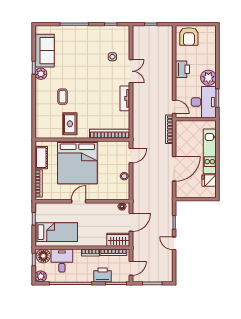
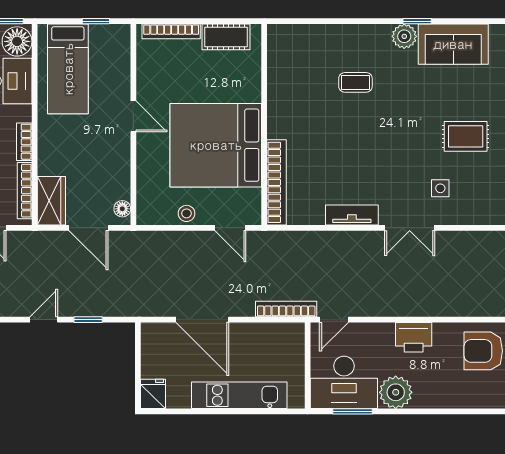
rug: (70, 124) -> (466, 136), moved
bed: (77, 162) -> (216, 145), moved
fridge: (209, 180) -> (153, 394), moved

